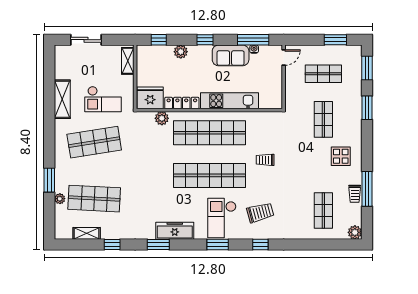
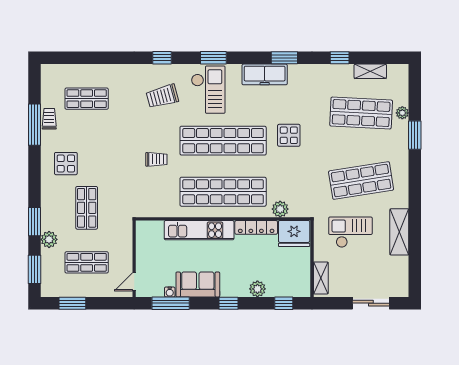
display table: (155, 180) -> (289, 135), added
shop shelf: (323, 211) -> (87, 99), turned 90
plant: (355, 232) -> (49, 239), moved

